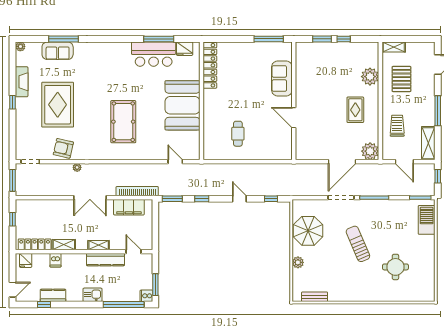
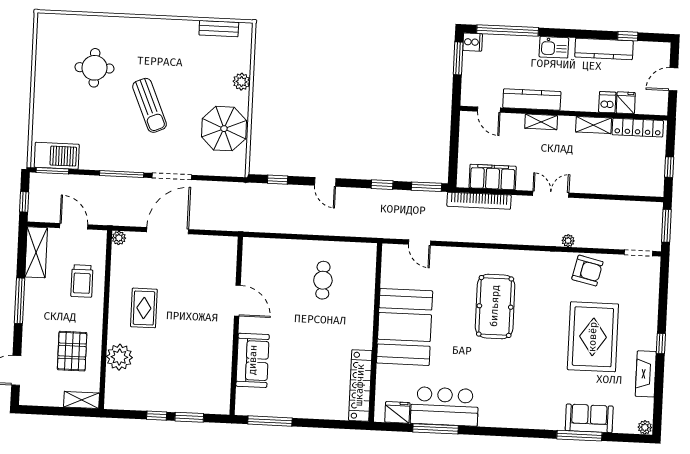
plant: (370, 151) -> (119, 238), width x0.53, depth x0.53
double door: (90, 198) -> (551, 194), width x0.73
barbecue: (427, 220) -> (57, 156), moved, turned -90
fridge: (26, 260) -> (626, 103), moved
door: (13, 290) -> (673, 79), moved
kitchen counter: (53, 295) -> (604, 49), width x1.50

